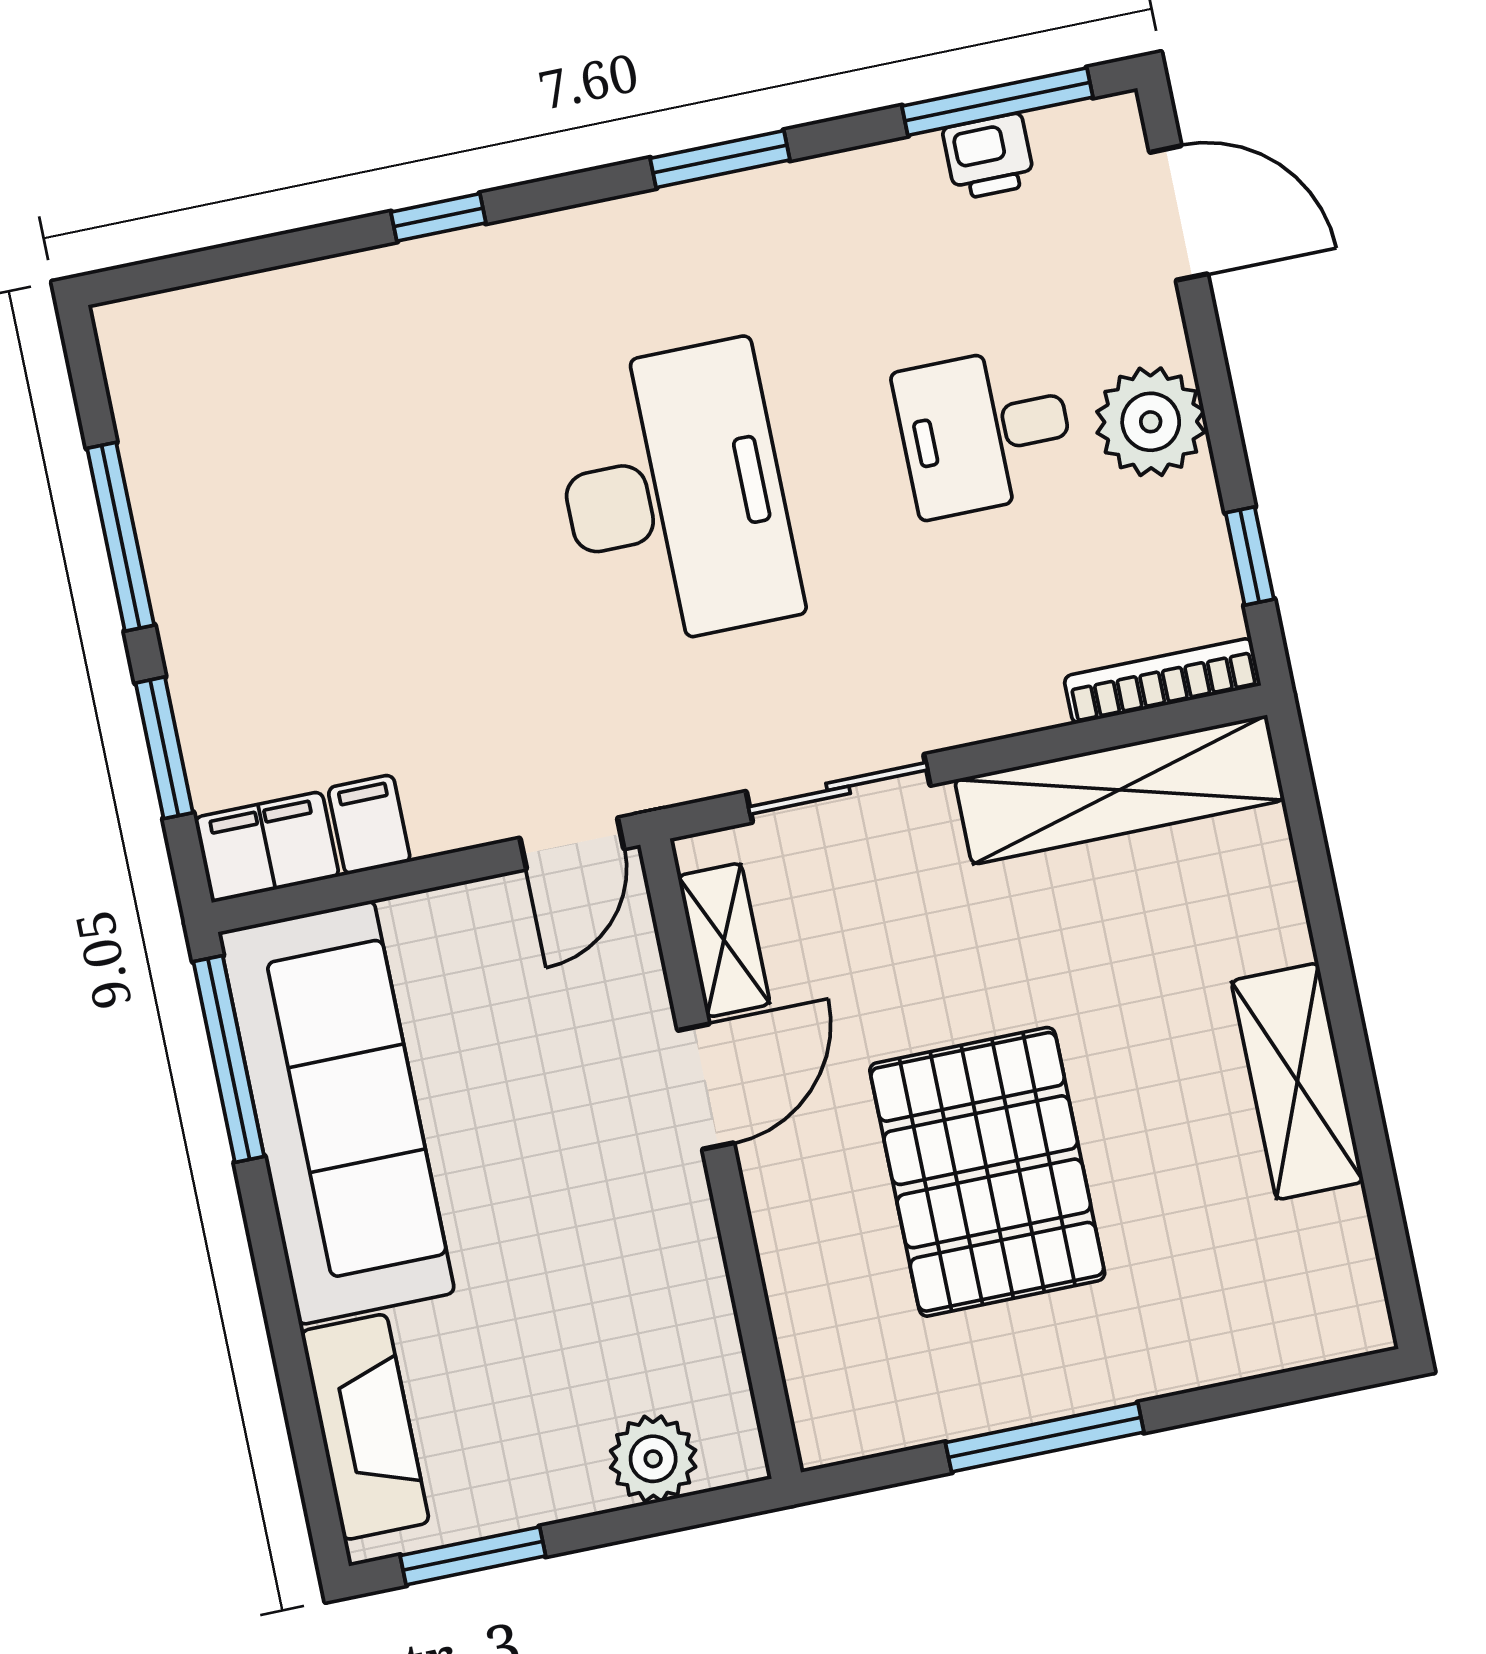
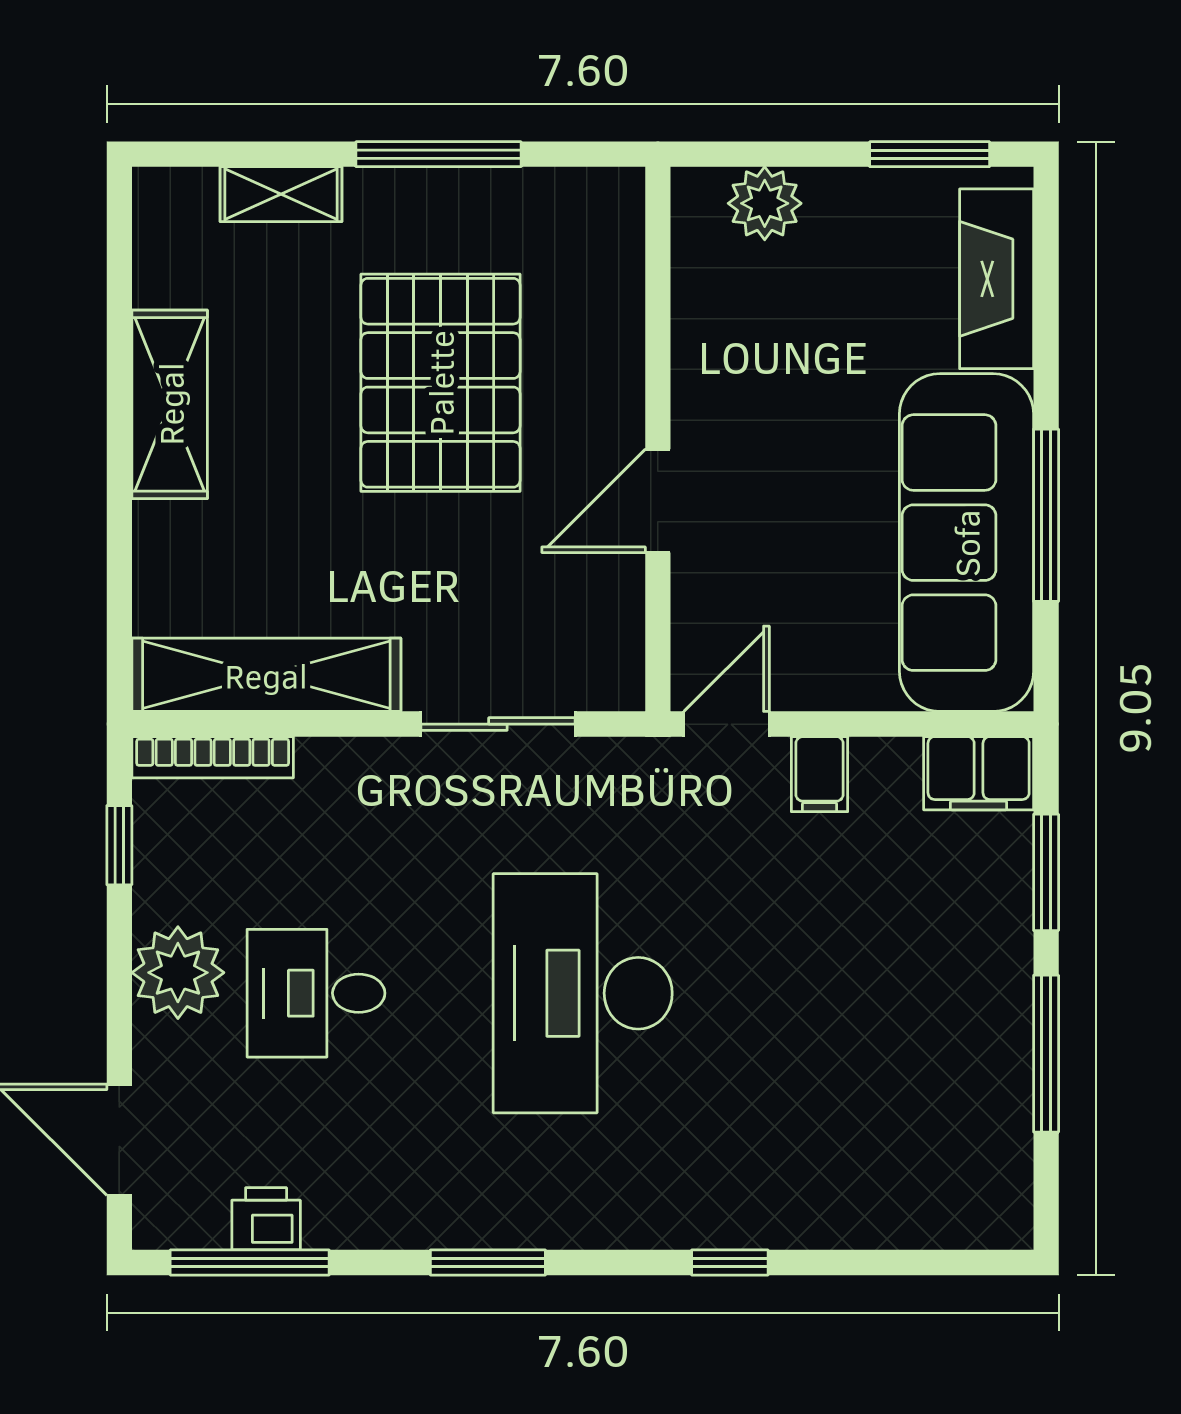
desk: (985, 431) -> (316, 993), turned 180
filing cabinet: (369, 825) -> (820, 774), moved
shelving: (724, 940) -> (281, 194), moved, turned 90
window: (229, 1059) -> (1046, 515), moved

